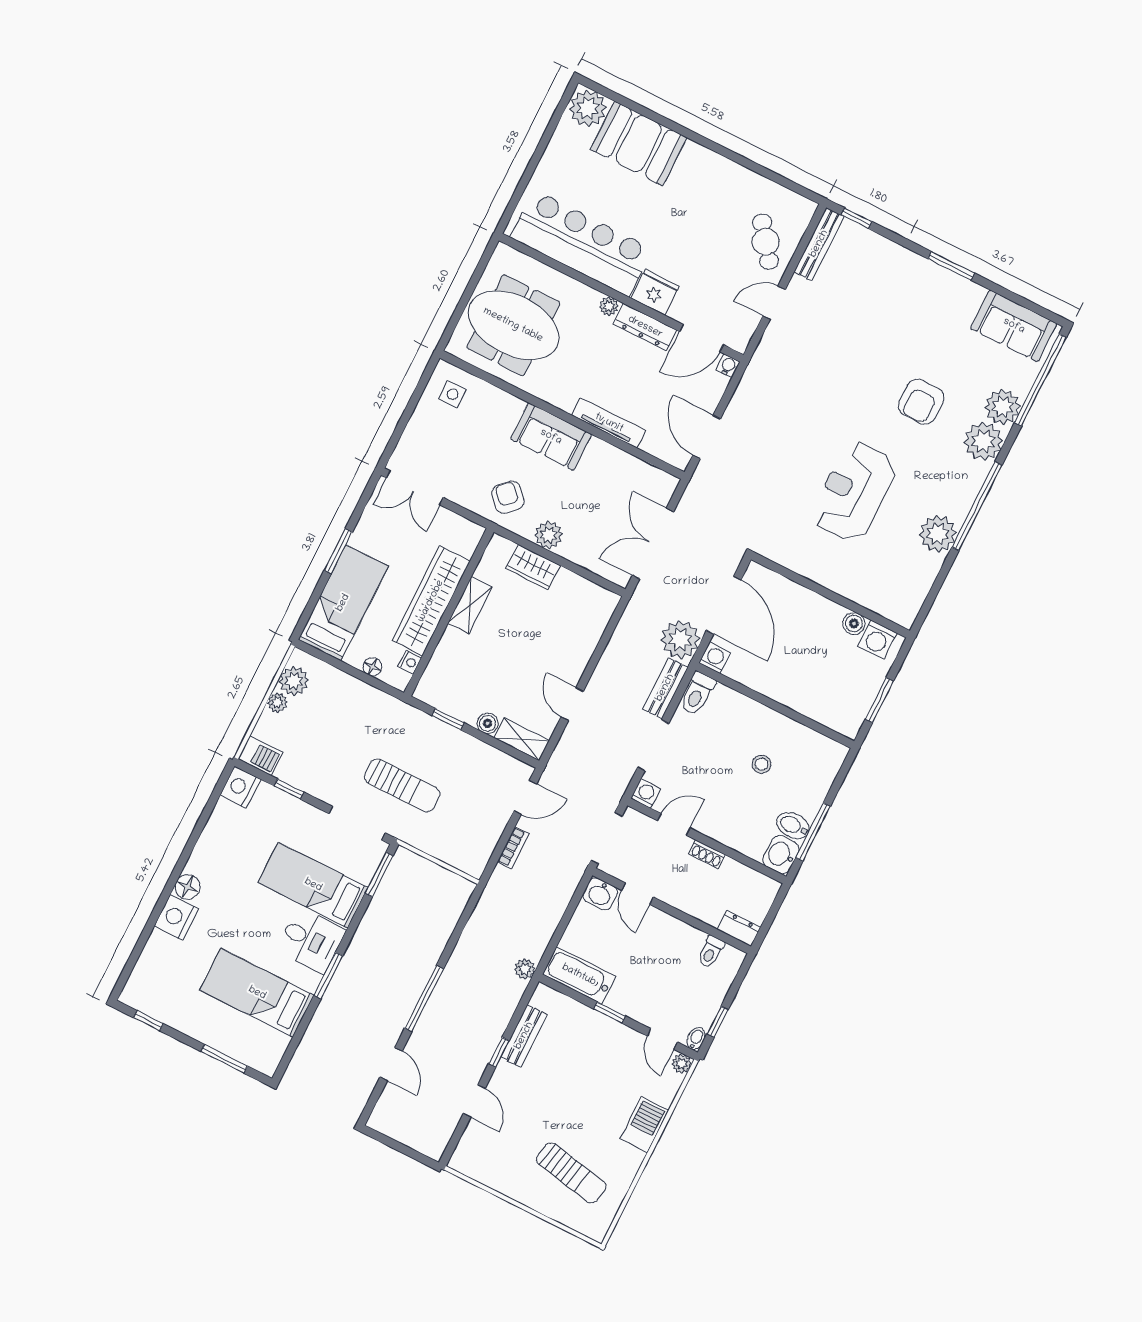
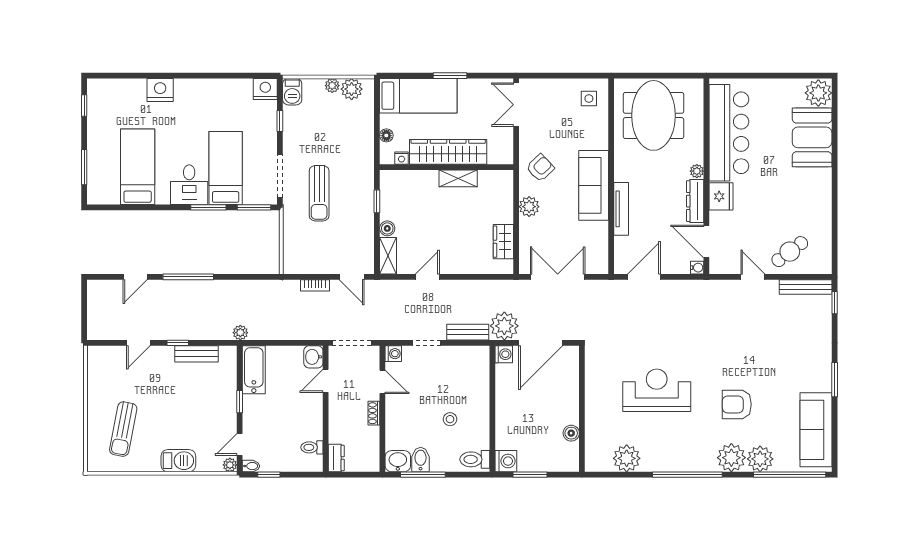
sofa: (1014, 326) -> (816, 430), width x1.36
sofa: (551, 437) -> (594, 185), width x1.36
plant: (938, 534) -> (627, 458), moved
wardrobe: (533, 567) -> (503, 242), moved
washing machine: (877, 640) -> (506, 461), moved, turned 180
toilet: (697, 694) -> (475, 459), moved
doorway: (653, 745) -> (427, 343), width x0.73
floor lamp: (188, 887) -> (184, 87), removed
window: (328, 976) -> (208, 207), moved

